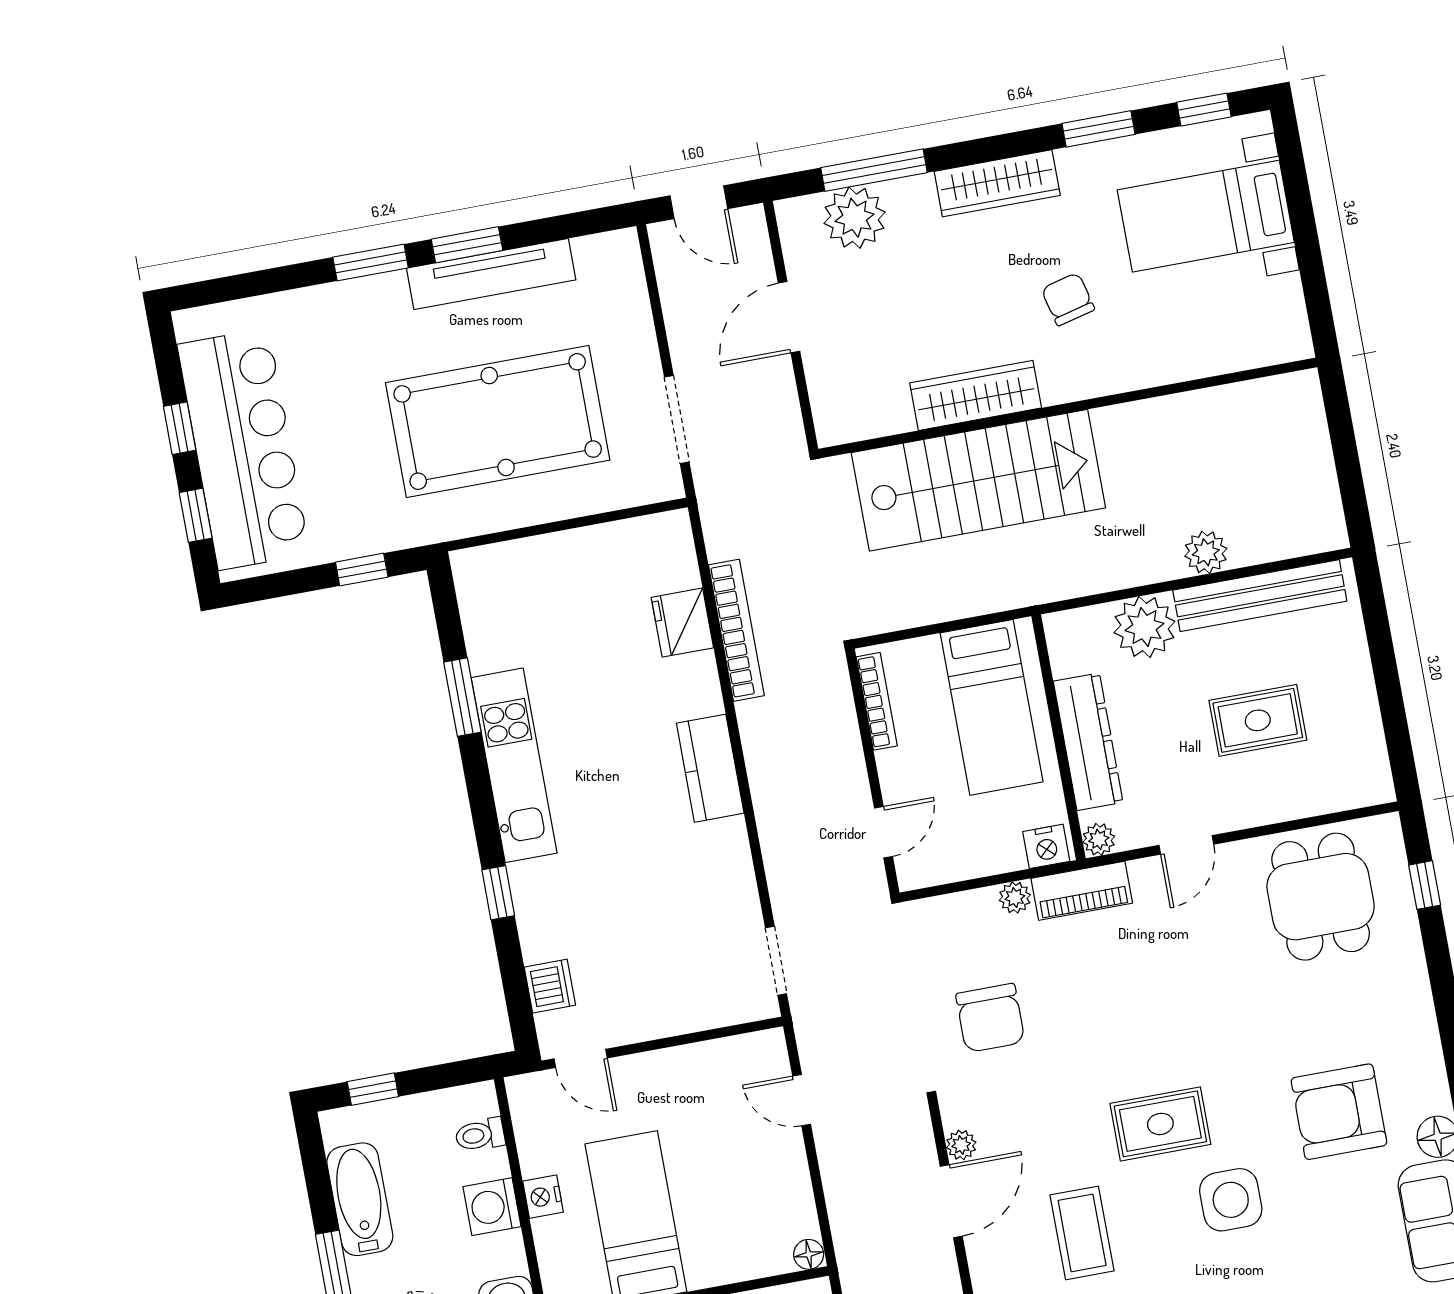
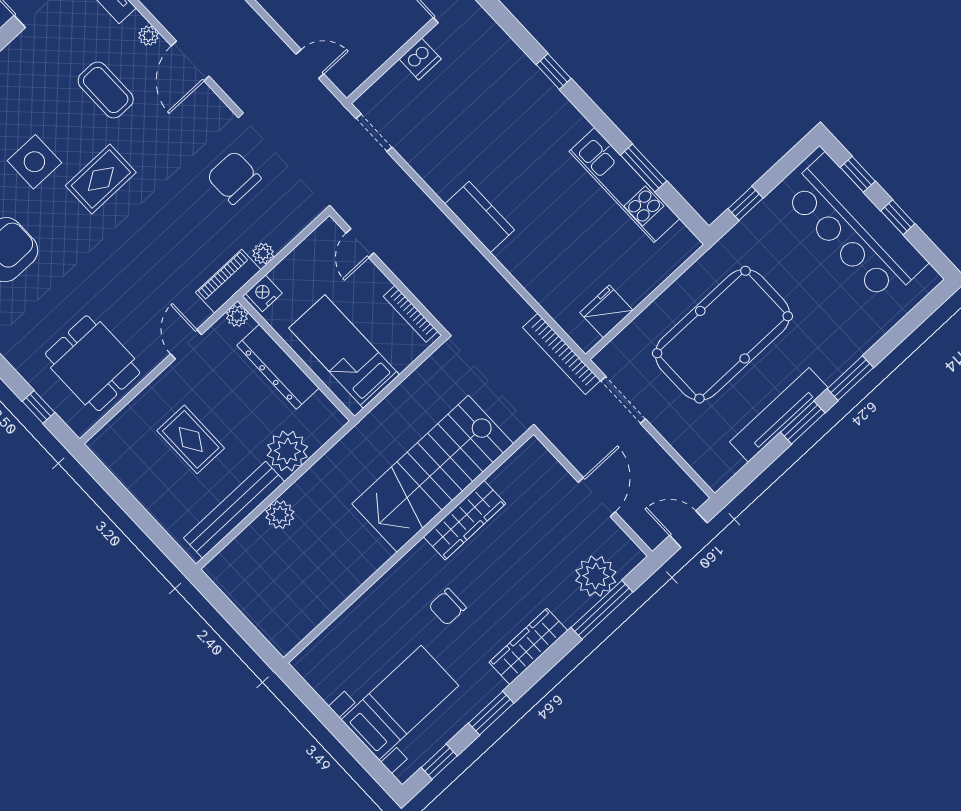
chair: (1068, 299) -> (447, 607), turned 104
fridge: (682, 623) -> (606, 311), moved, turned -90
bookcase: (736, 630) -> (562, 354), moved
rug: (1258, 720) -> (191, 439), turned 90
kitchen unit: (514, 765) -> (624, 185), moved
dishwasher: (550, 986) -> (420, 59), moved, turned -90
plant: (961, 1145) -> (148, 36), moved

